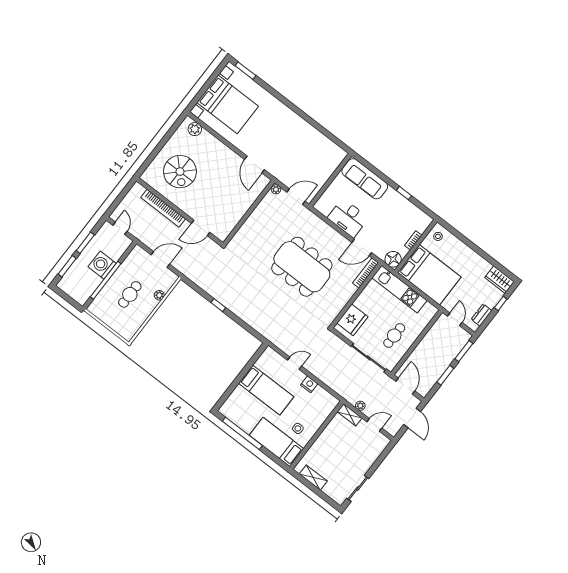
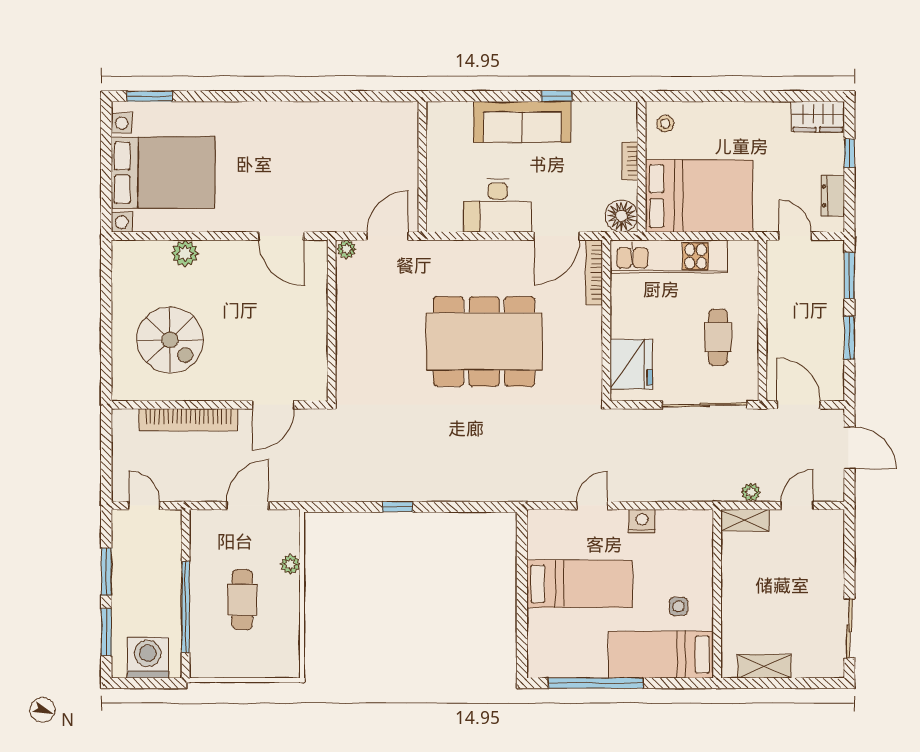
plant: (195, 129) -> (185, 253), moved
sofa: (365, 179) -> (522, 122), moved
washing machine: (102, 265) -> (148, 657), moved, turned 90

